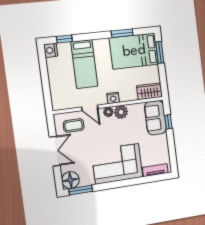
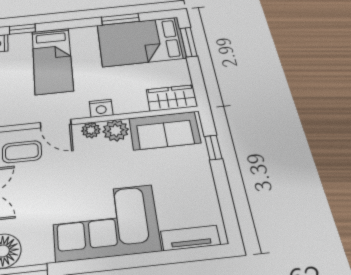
sofa: (155, 118) -> (165, 131), moved, turned -90

